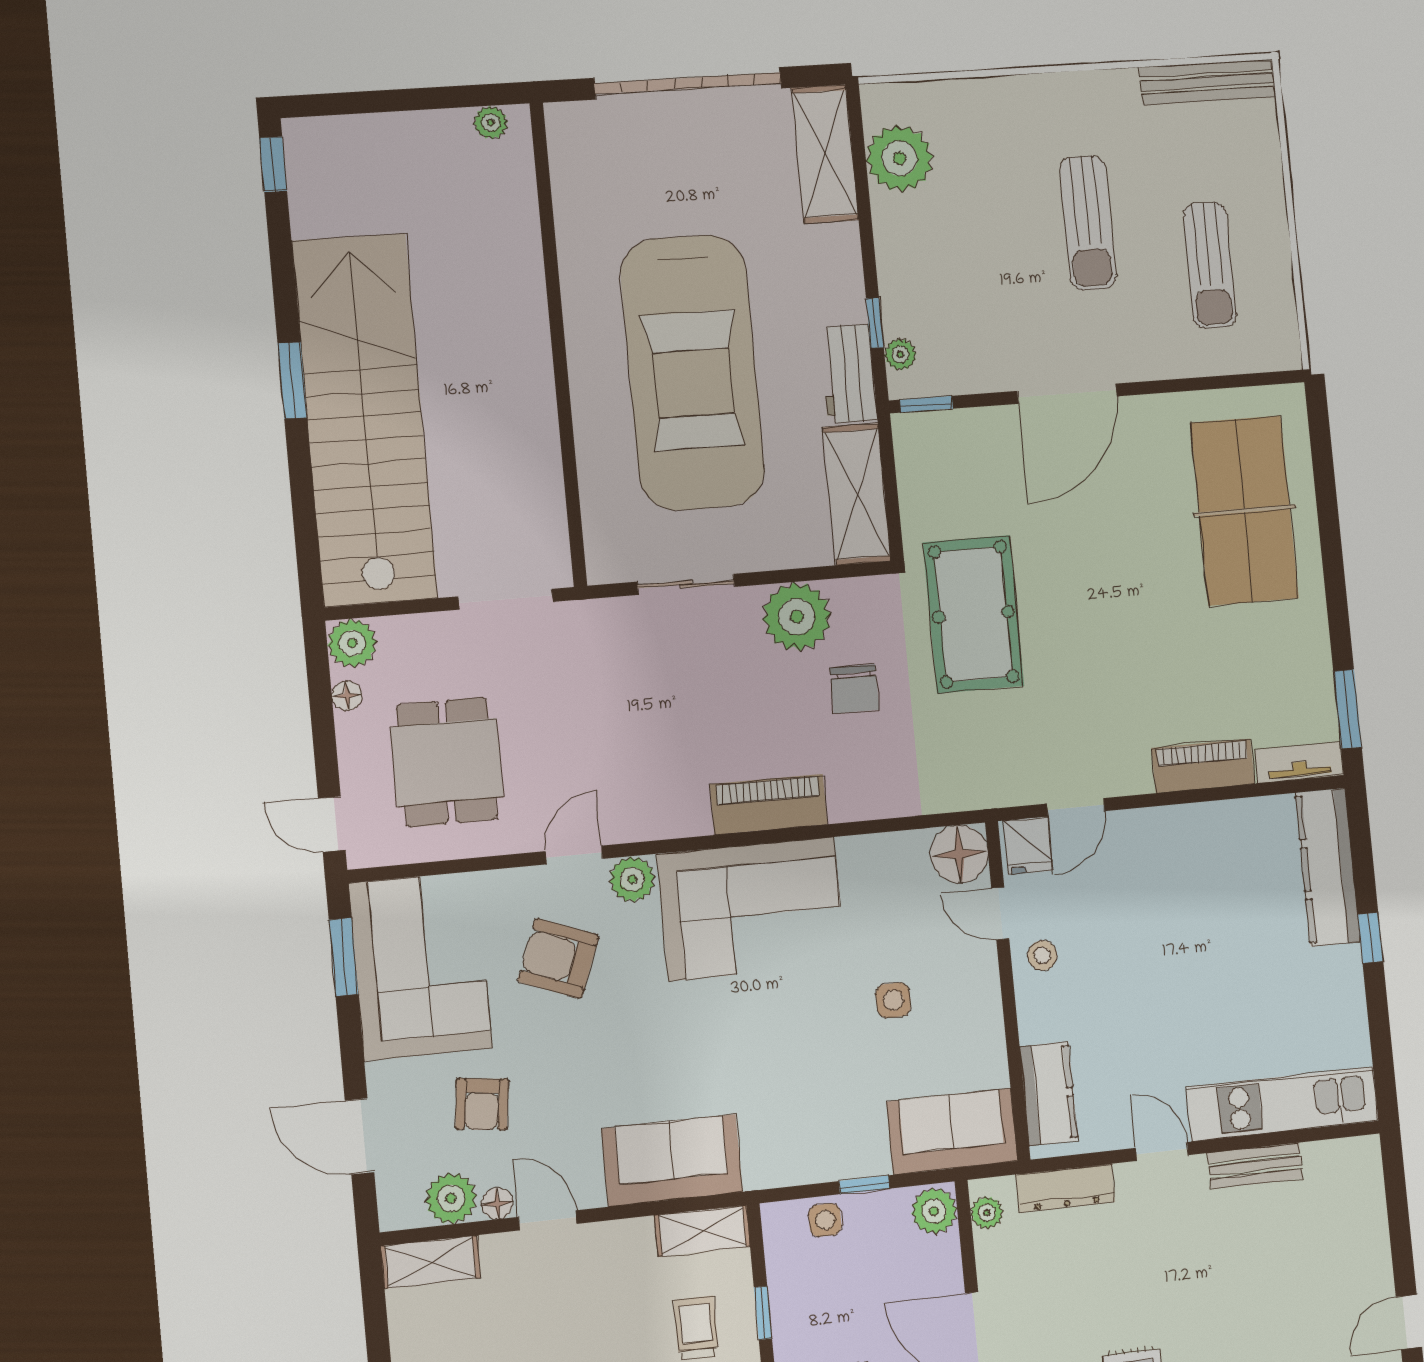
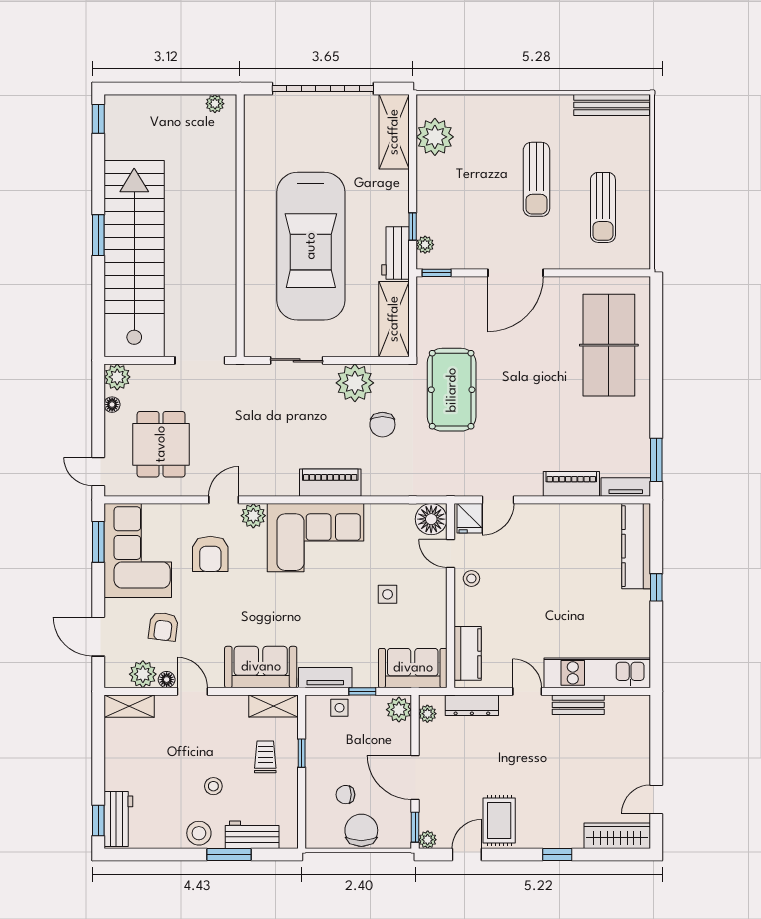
armchair: (558, 958) -> (210, 554), turned -111
tv unit: (794, 1167) -> (325, 678), added

